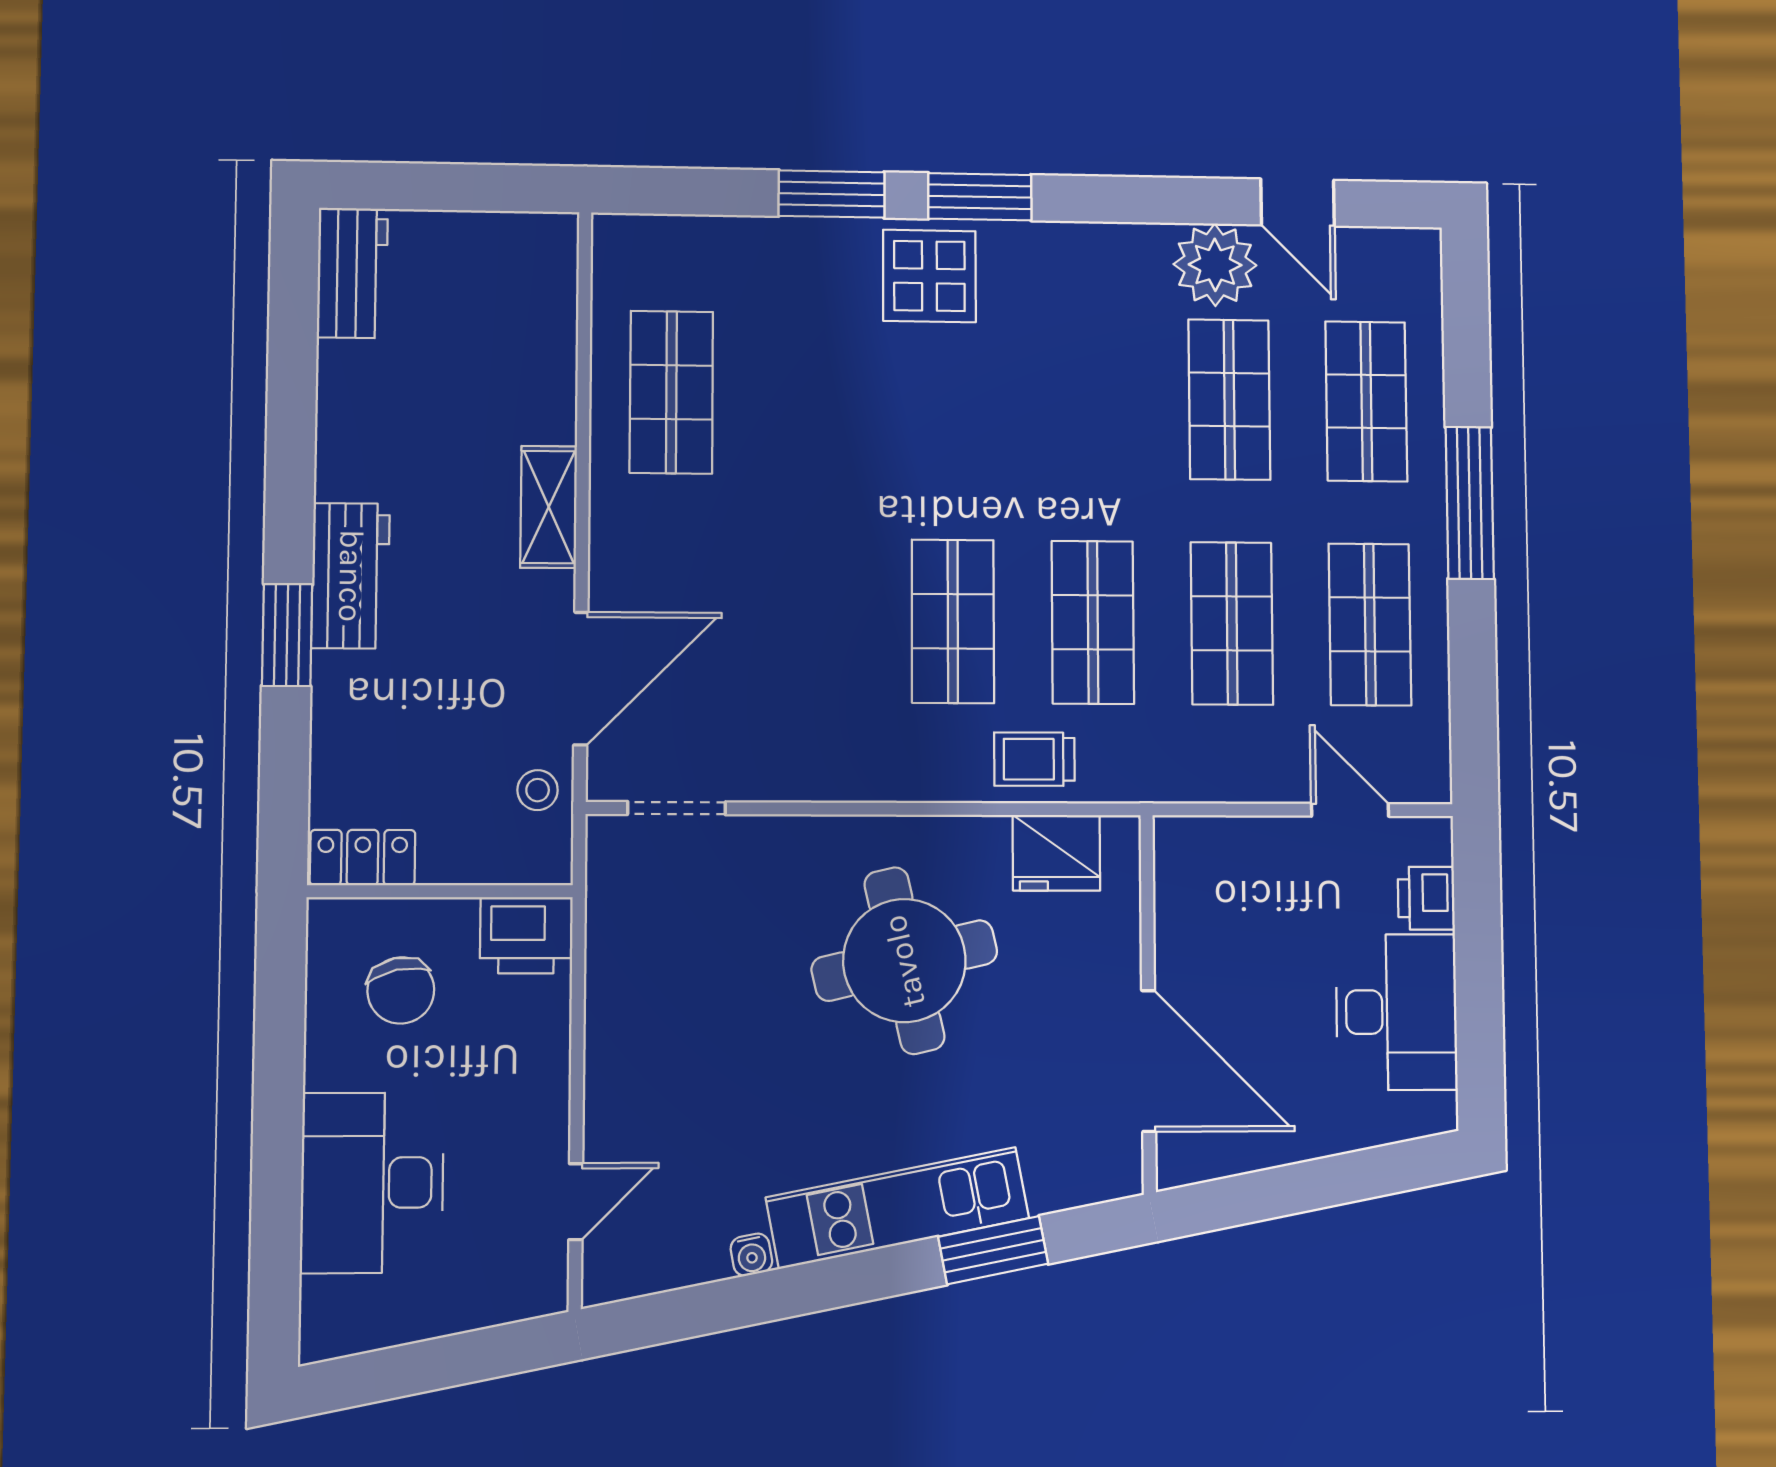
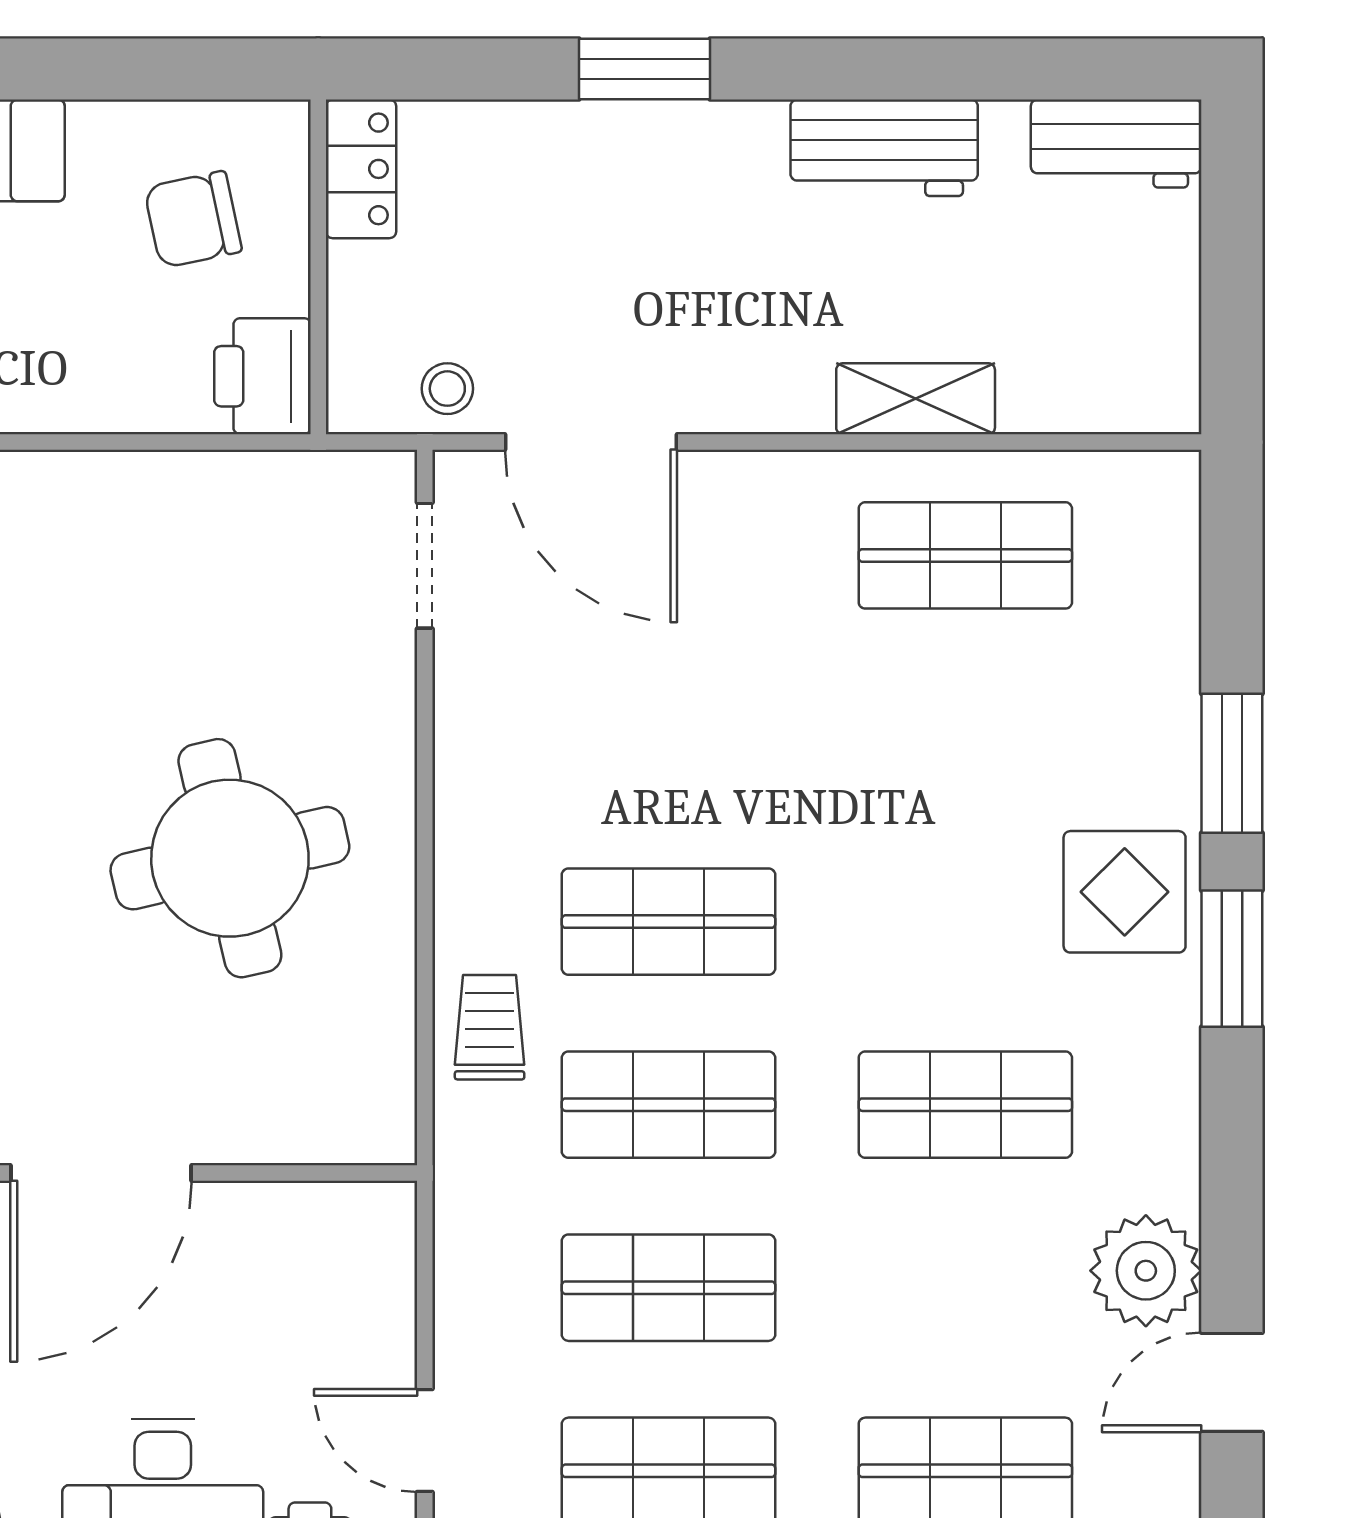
shop shelf: (1229, 400) -> (965, 1105), moved
shelving: (549, 507) -> (916, 399), moved
workbench: (351, 576) -> (884, 148), moved
door: (1350, 810) -> (425, 1441), swing flipped
fridge: (1056, 853) -> (368, 1055), removed

